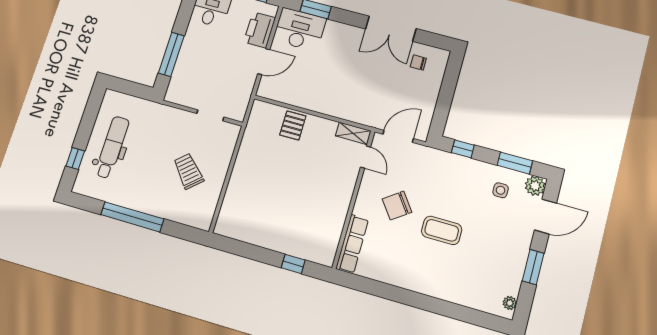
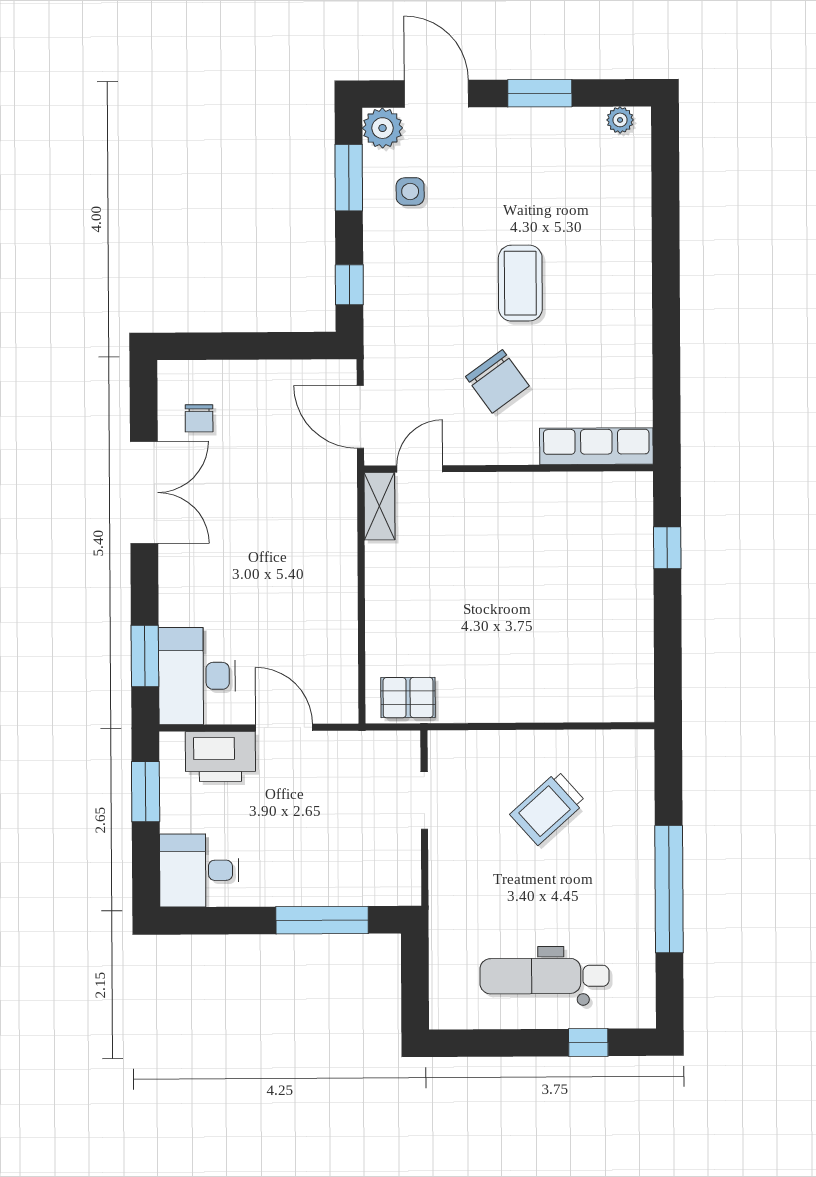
pallet: (293, 125) -> (408, 698), moved

